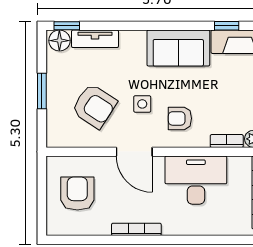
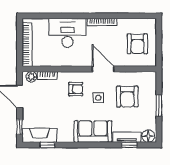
window: (67, 26) -> (129, 145), moved
sofa: (178, 48) -> (93, 132), moved
armchair: (94, 106) -> (127, 97), turned -123
desk: (196, 180) -> (67, 33), moved, turned 180

